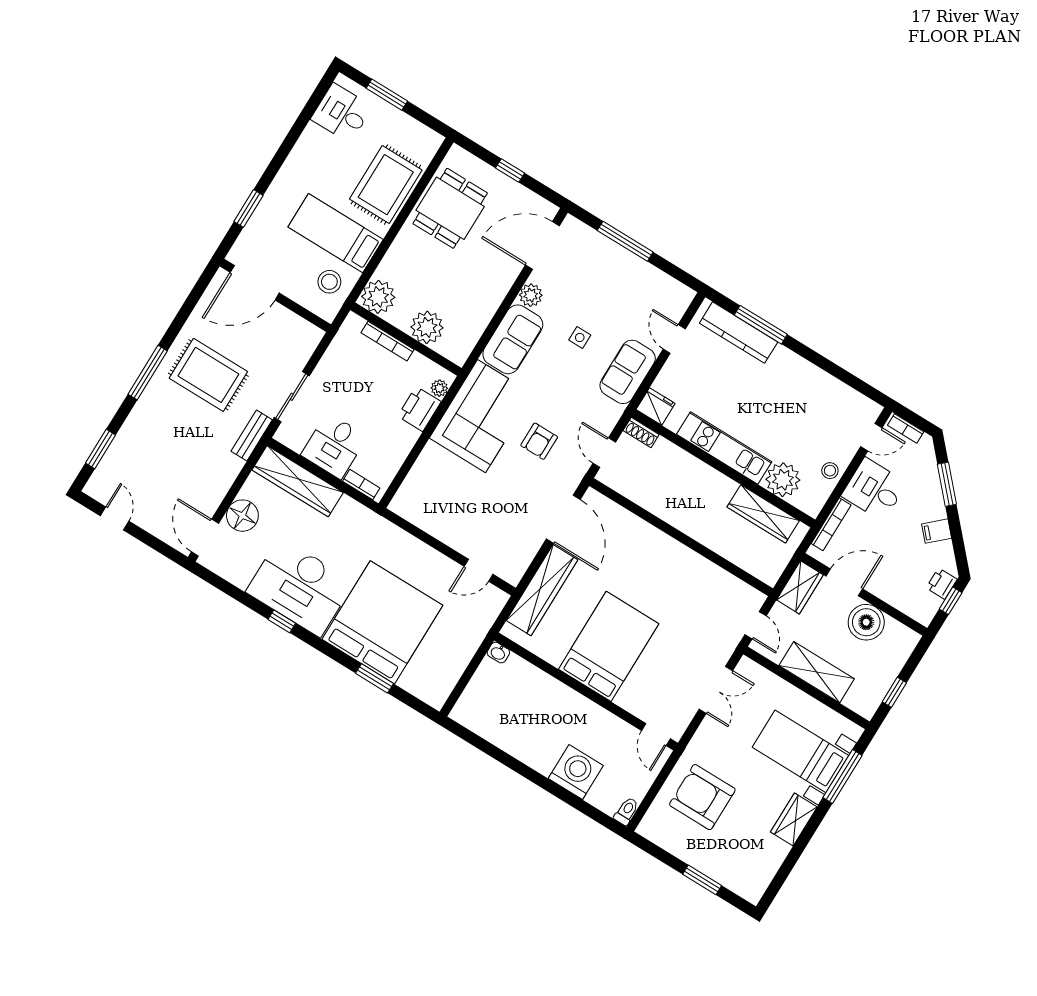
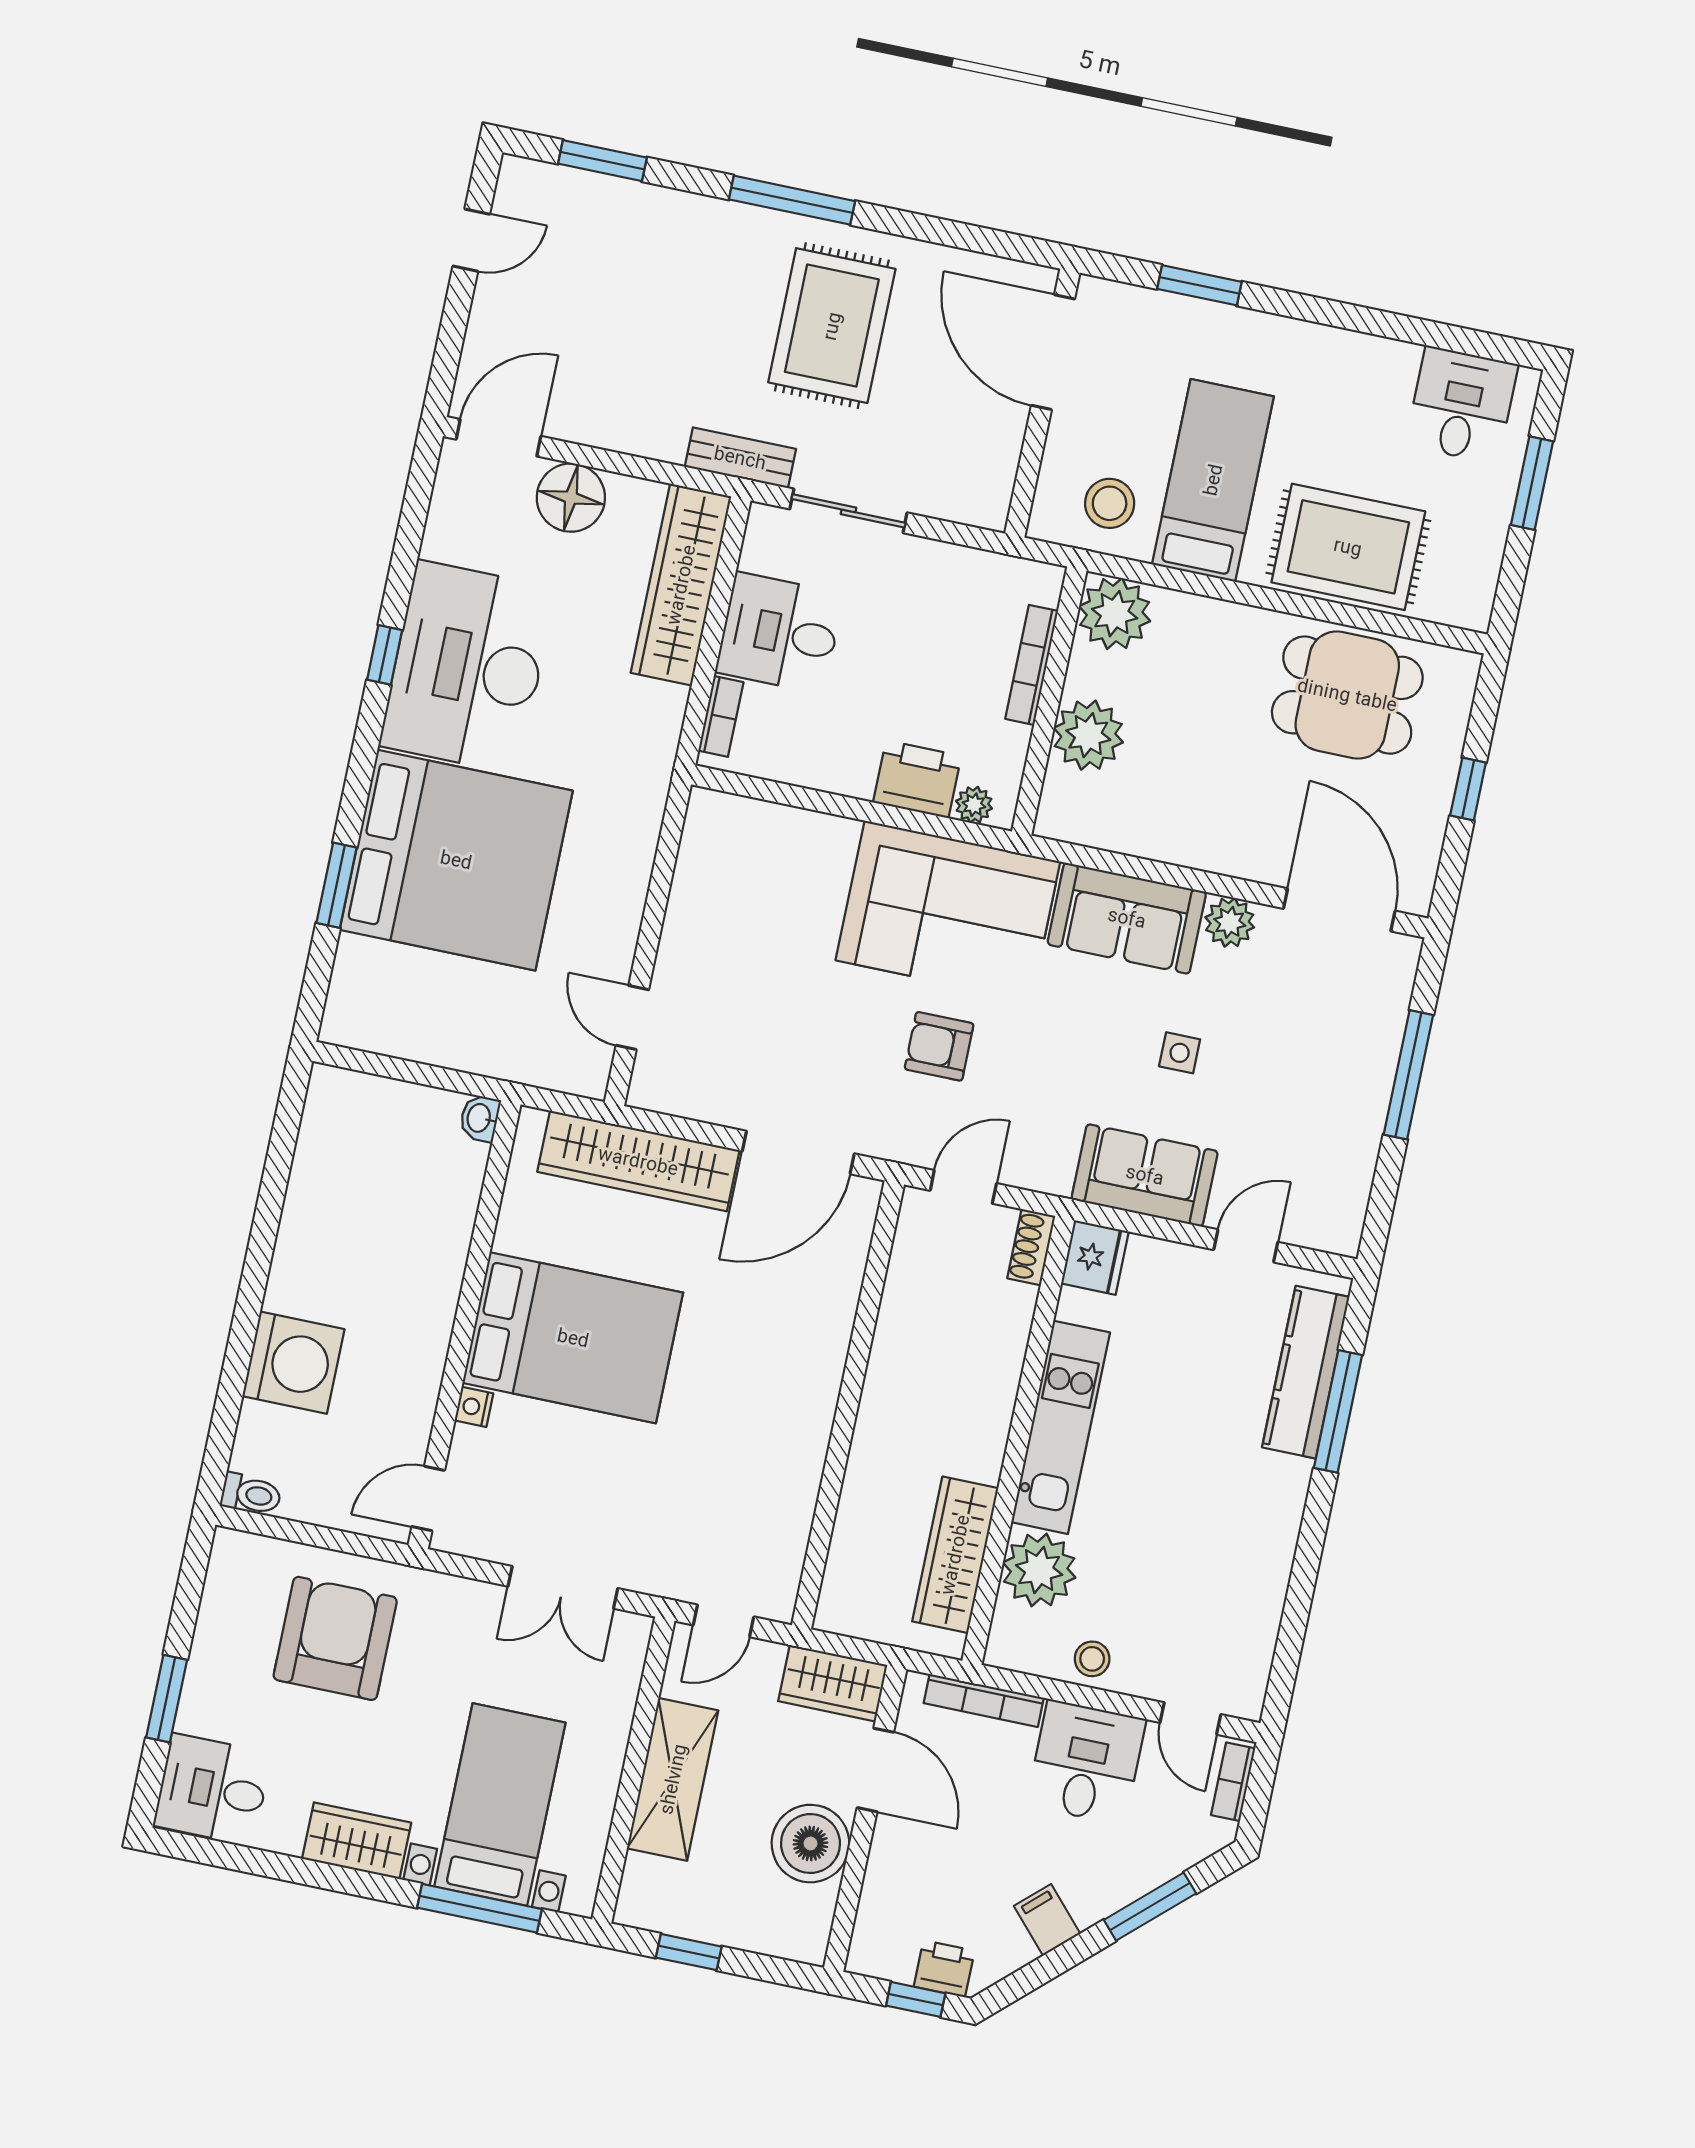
nightstand: (623, 700) -> (474, 1407), added
desk: (749, 874) -> (212, 1789), added

